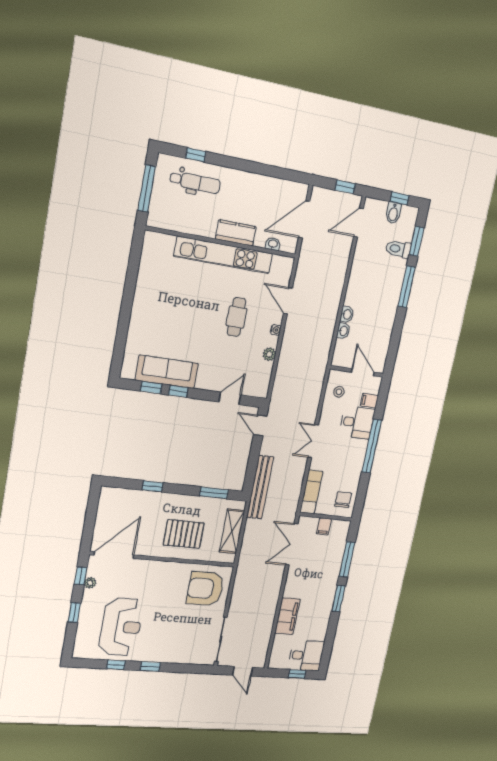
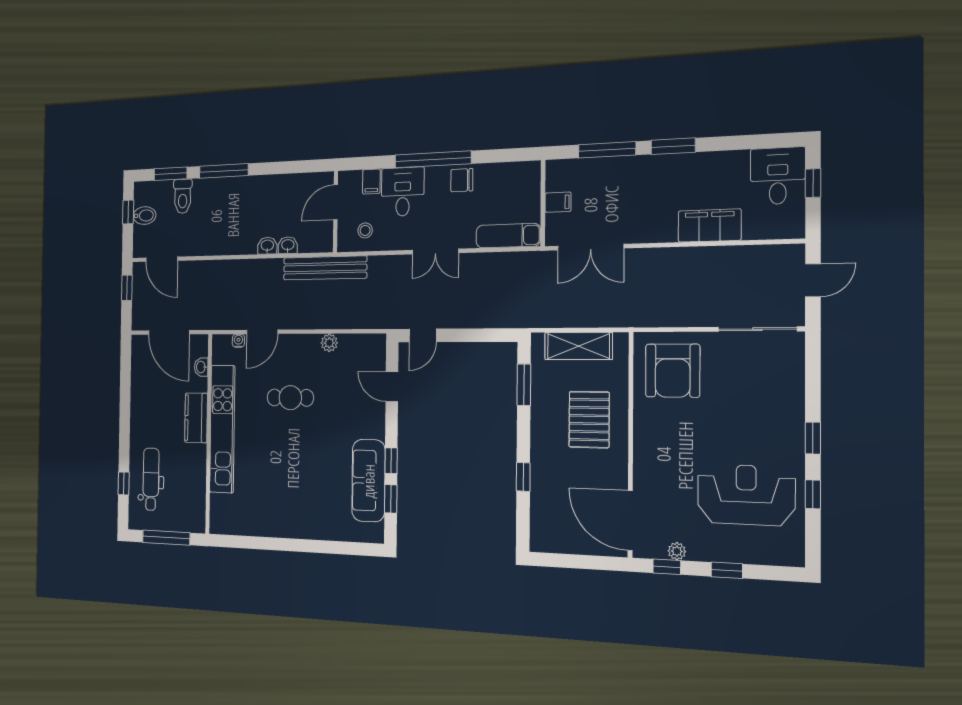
water cooler: (276, 330) -> (238, 341), moved
bench: (260, 487) -> (325, 268), moved
chair: (343, 500) -> (462, 180), moved

